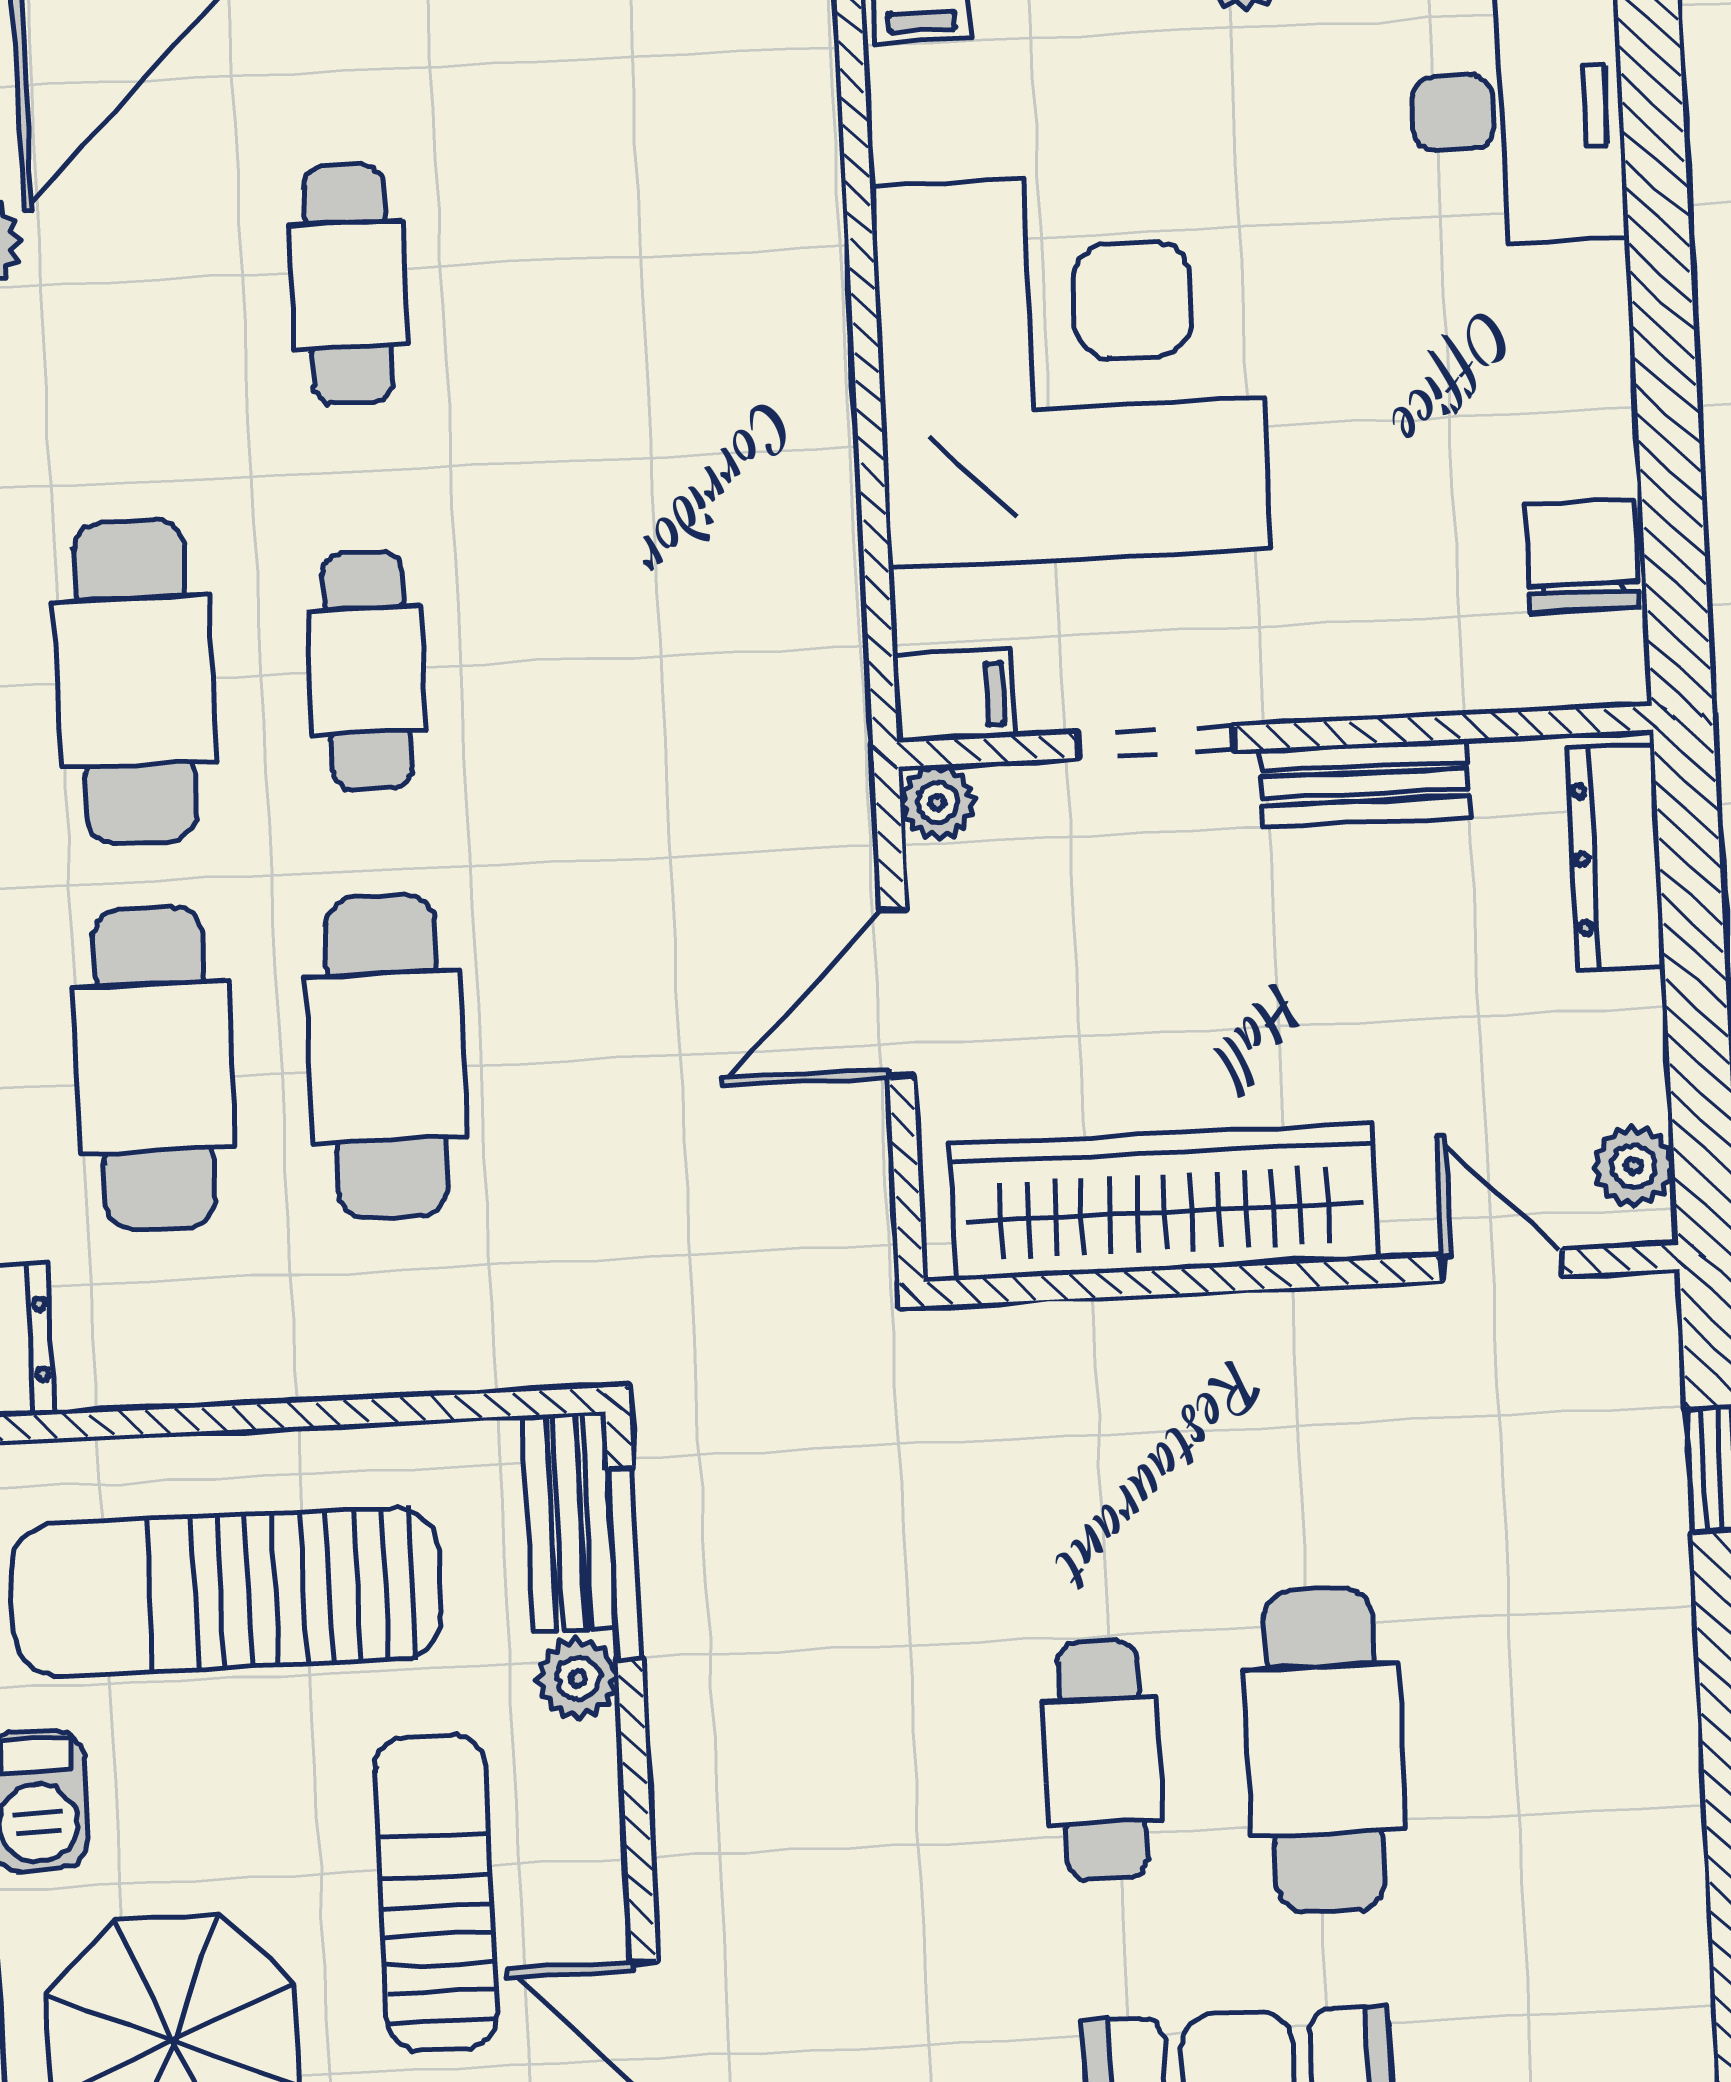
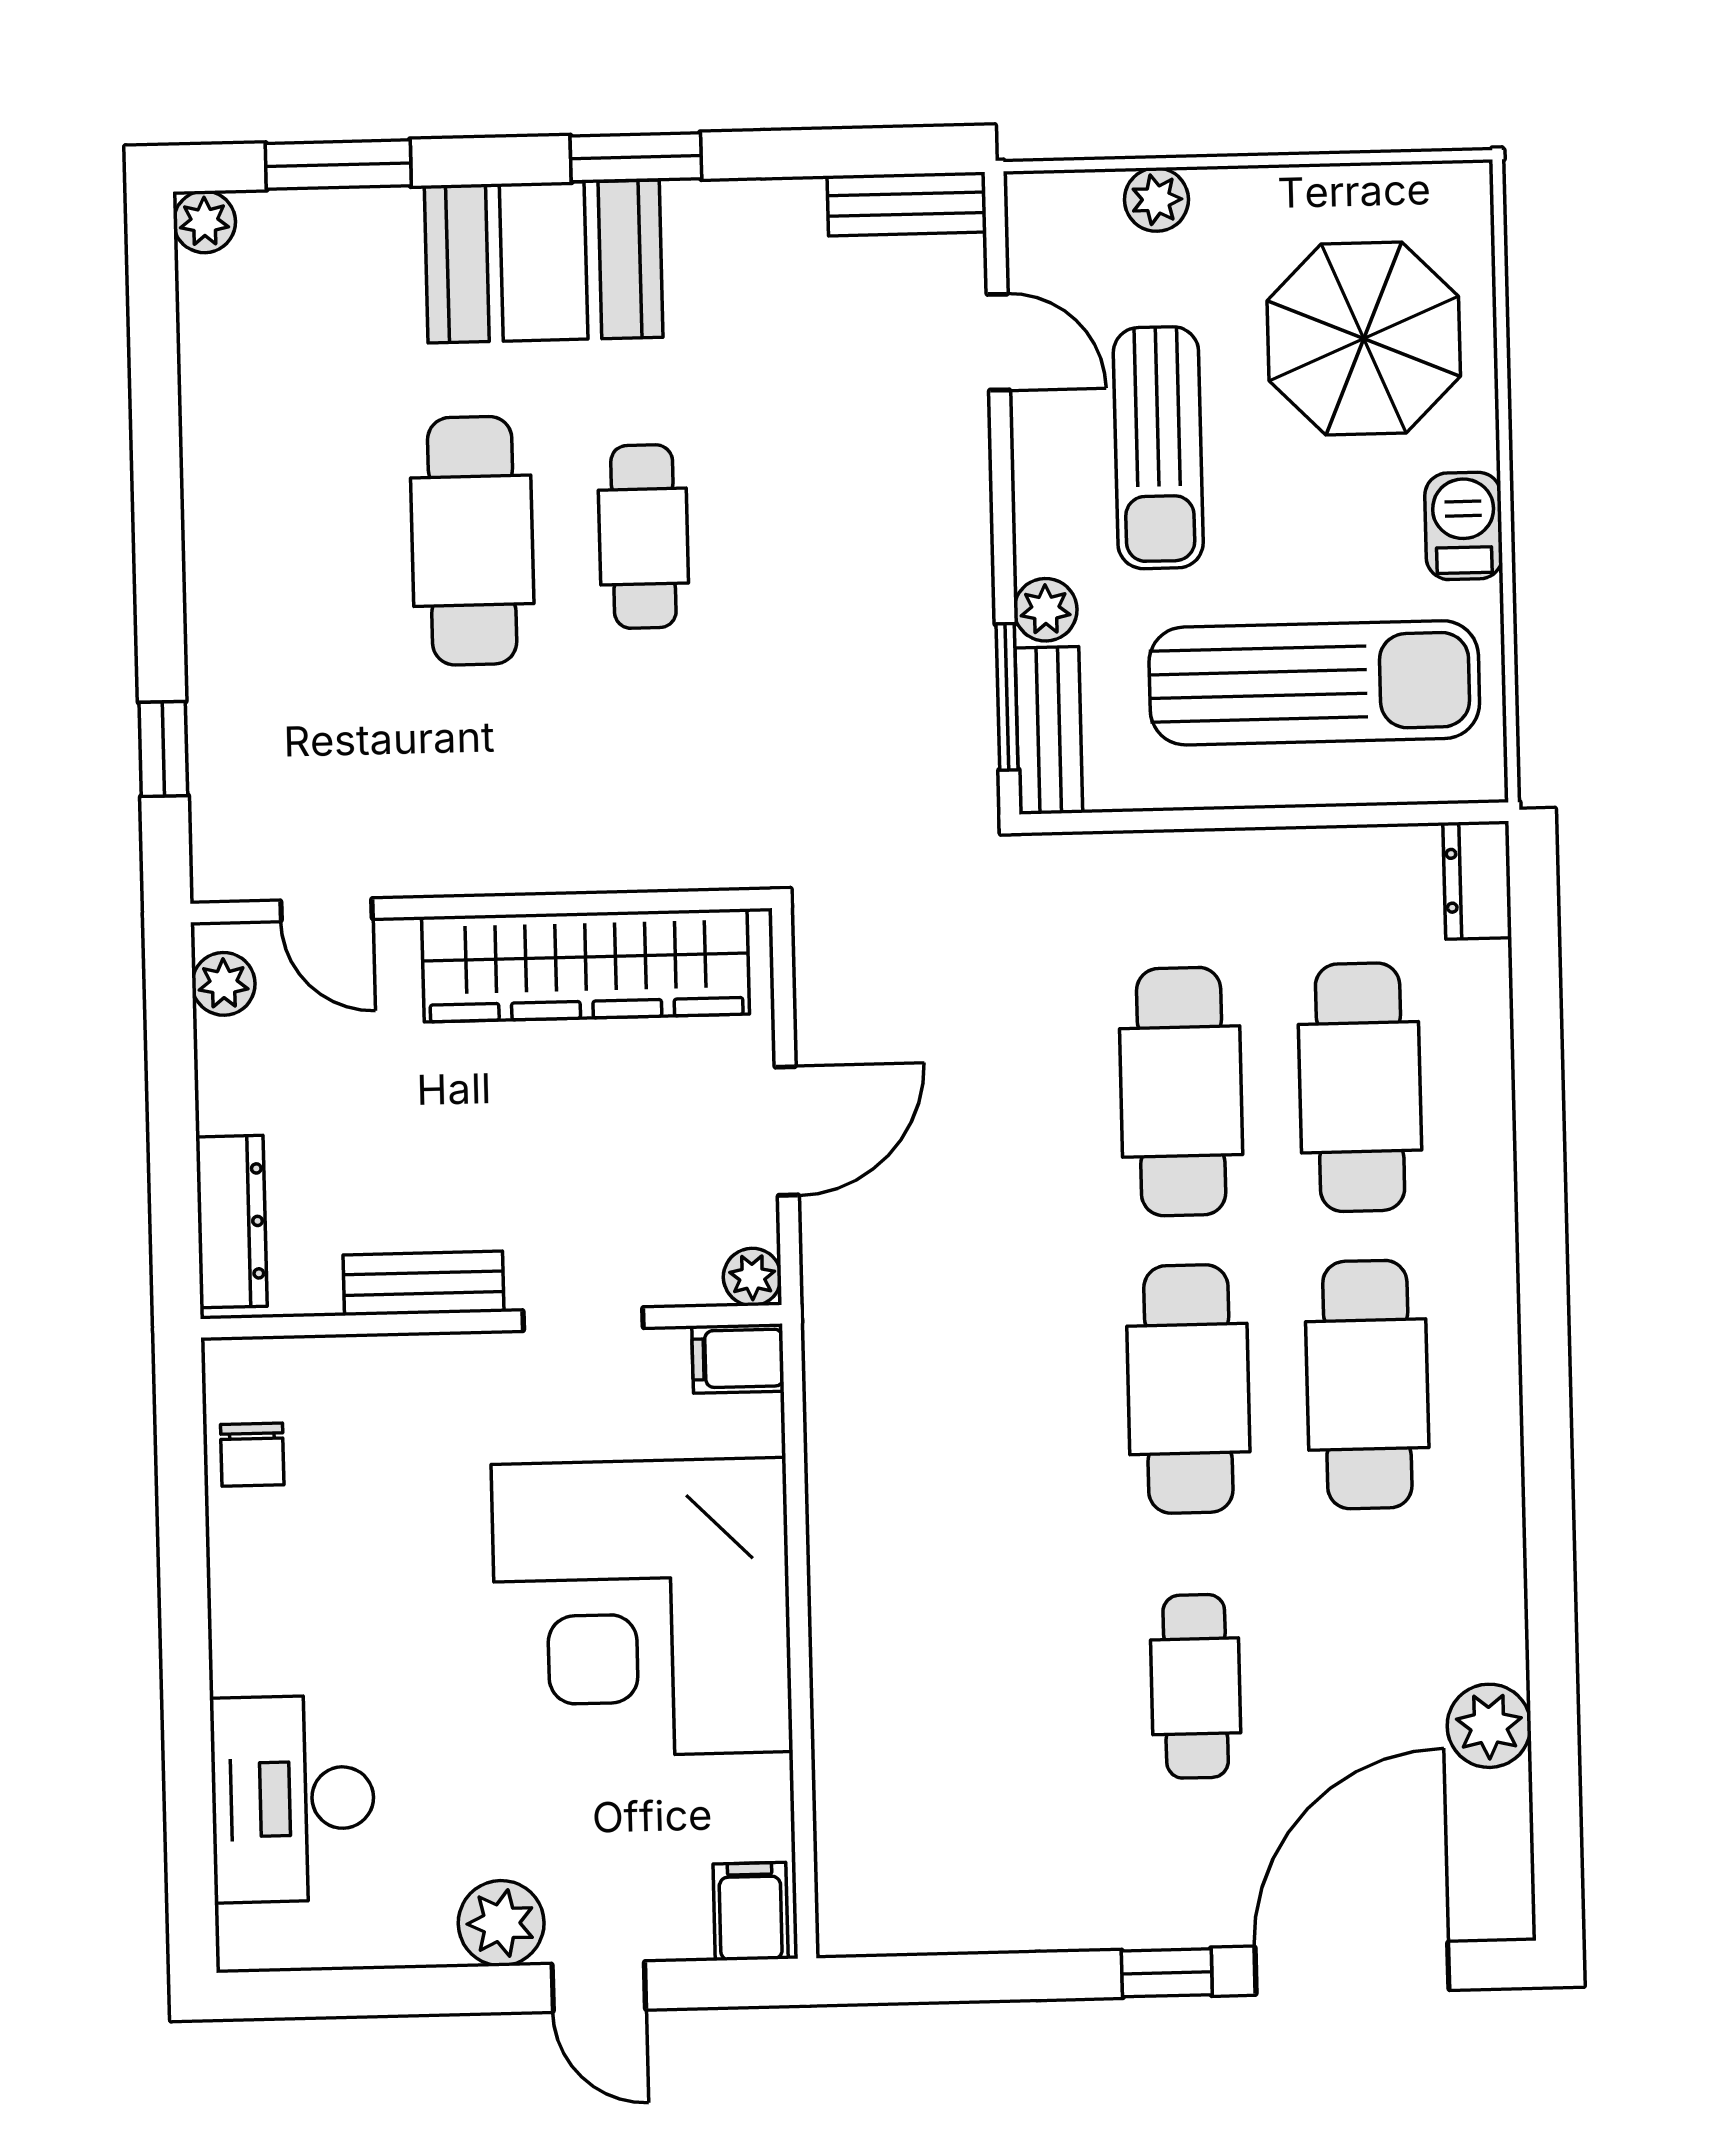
chair: (1582, 555) -> (252, 1455), width x0.73, depth x0.73
cafe table: (367, 670) -> (1188, 1389), width x1.37, depth x1.35

